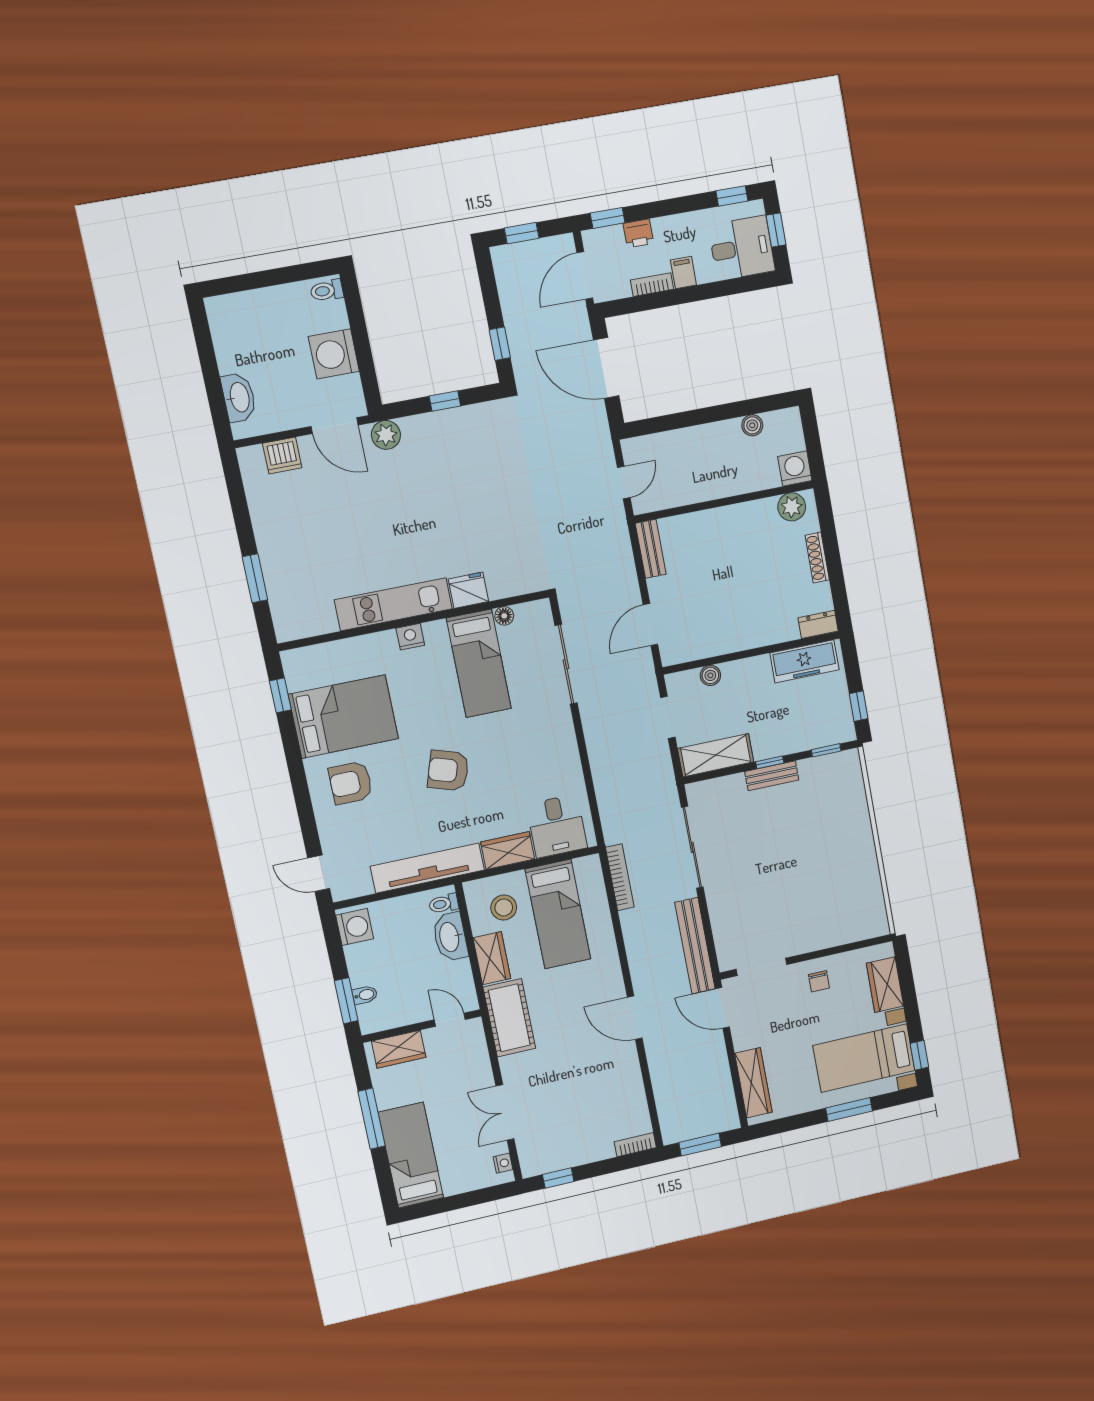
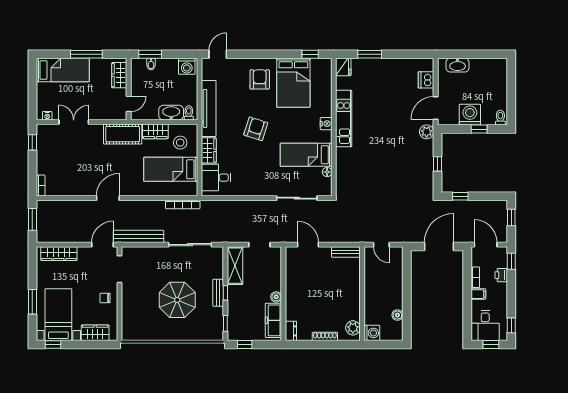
window: (359, 330) -> (479, 129), added
fridge: (468, 590) -> (343, 67), moved
boiler: (710, 675) -> (276, 297), moved
parasol: (799, 849) -> (177, 300), added

